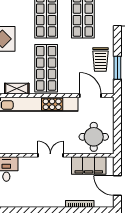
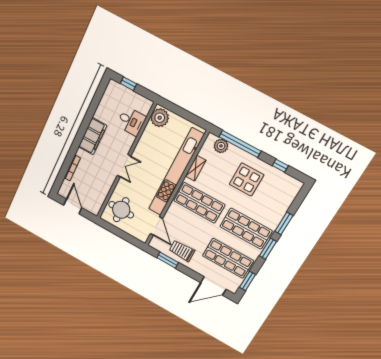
door: (90, 96) -> (156, 226), hinge flipped
filing cabinet: (89, 166) -> (93, 136), moved, turned 180
door: (117, 186) -> (73, 206), hinge flipped

